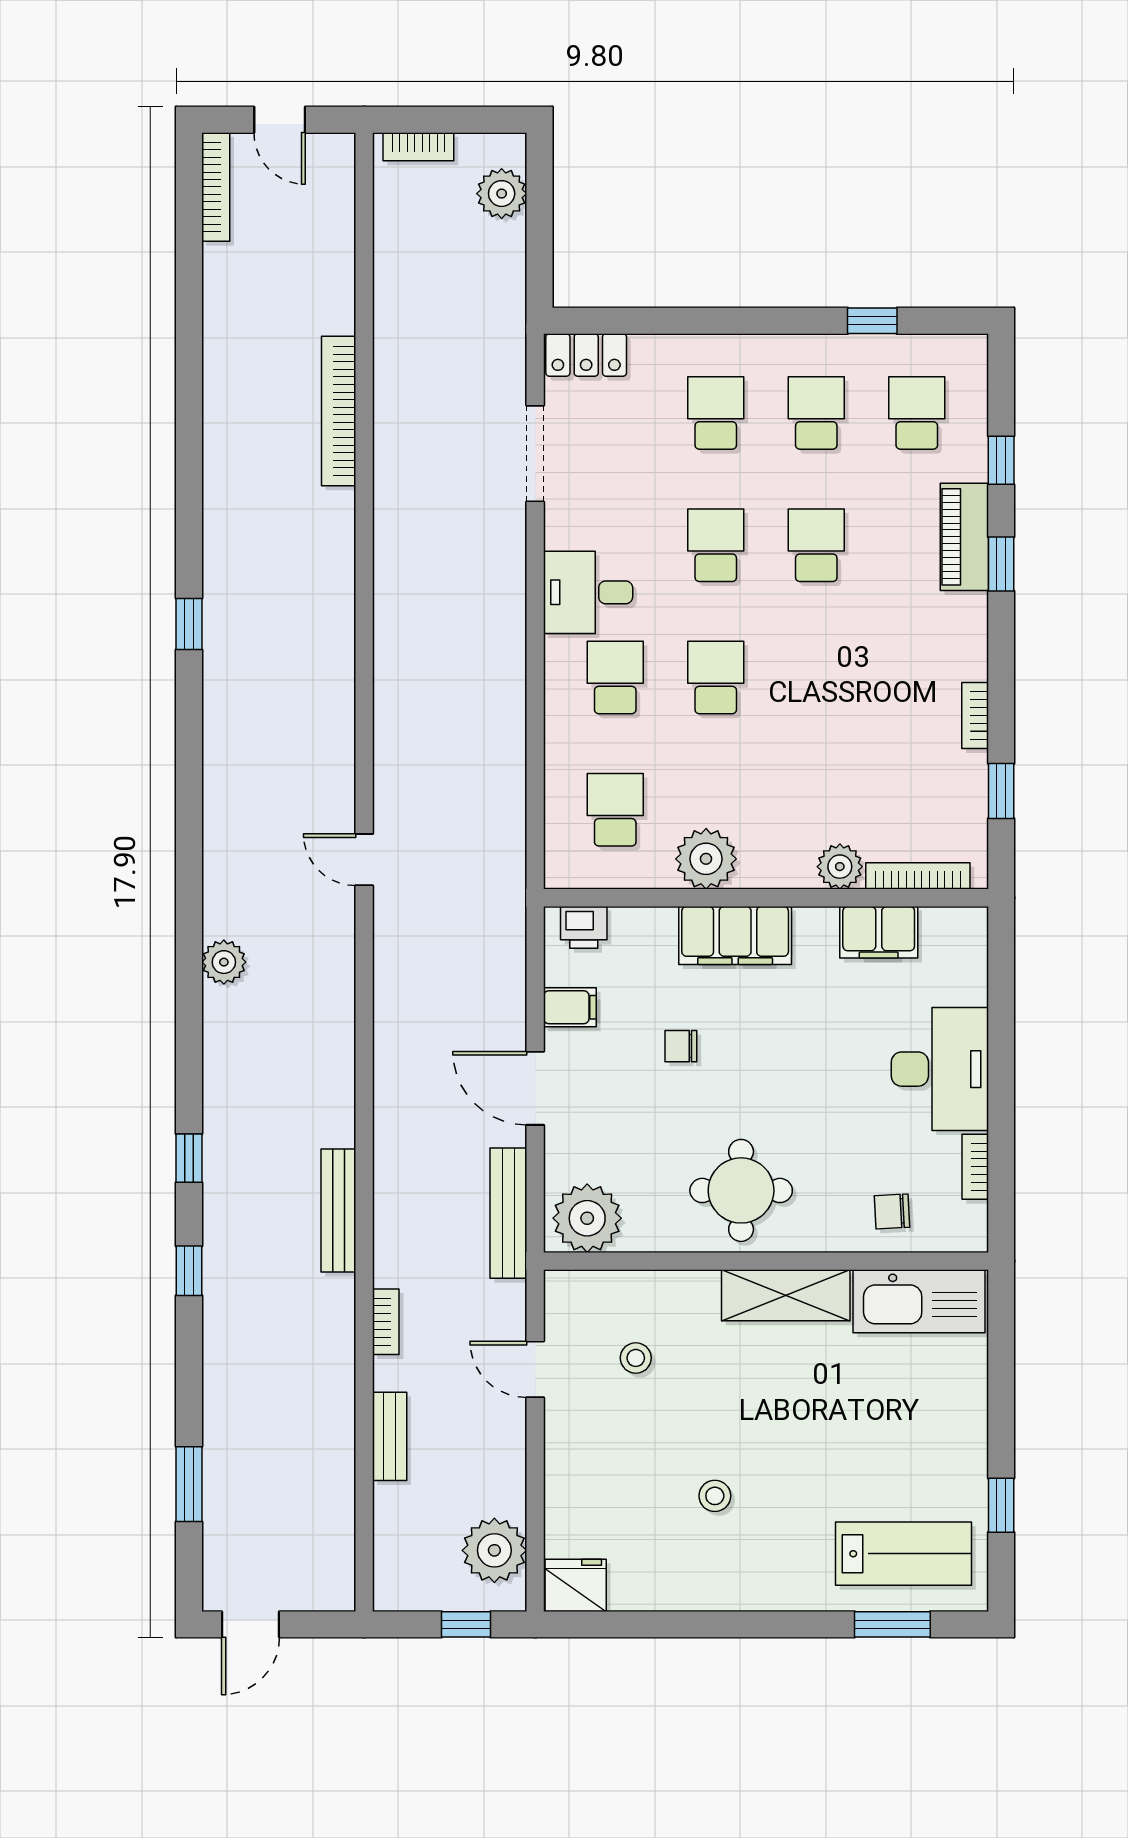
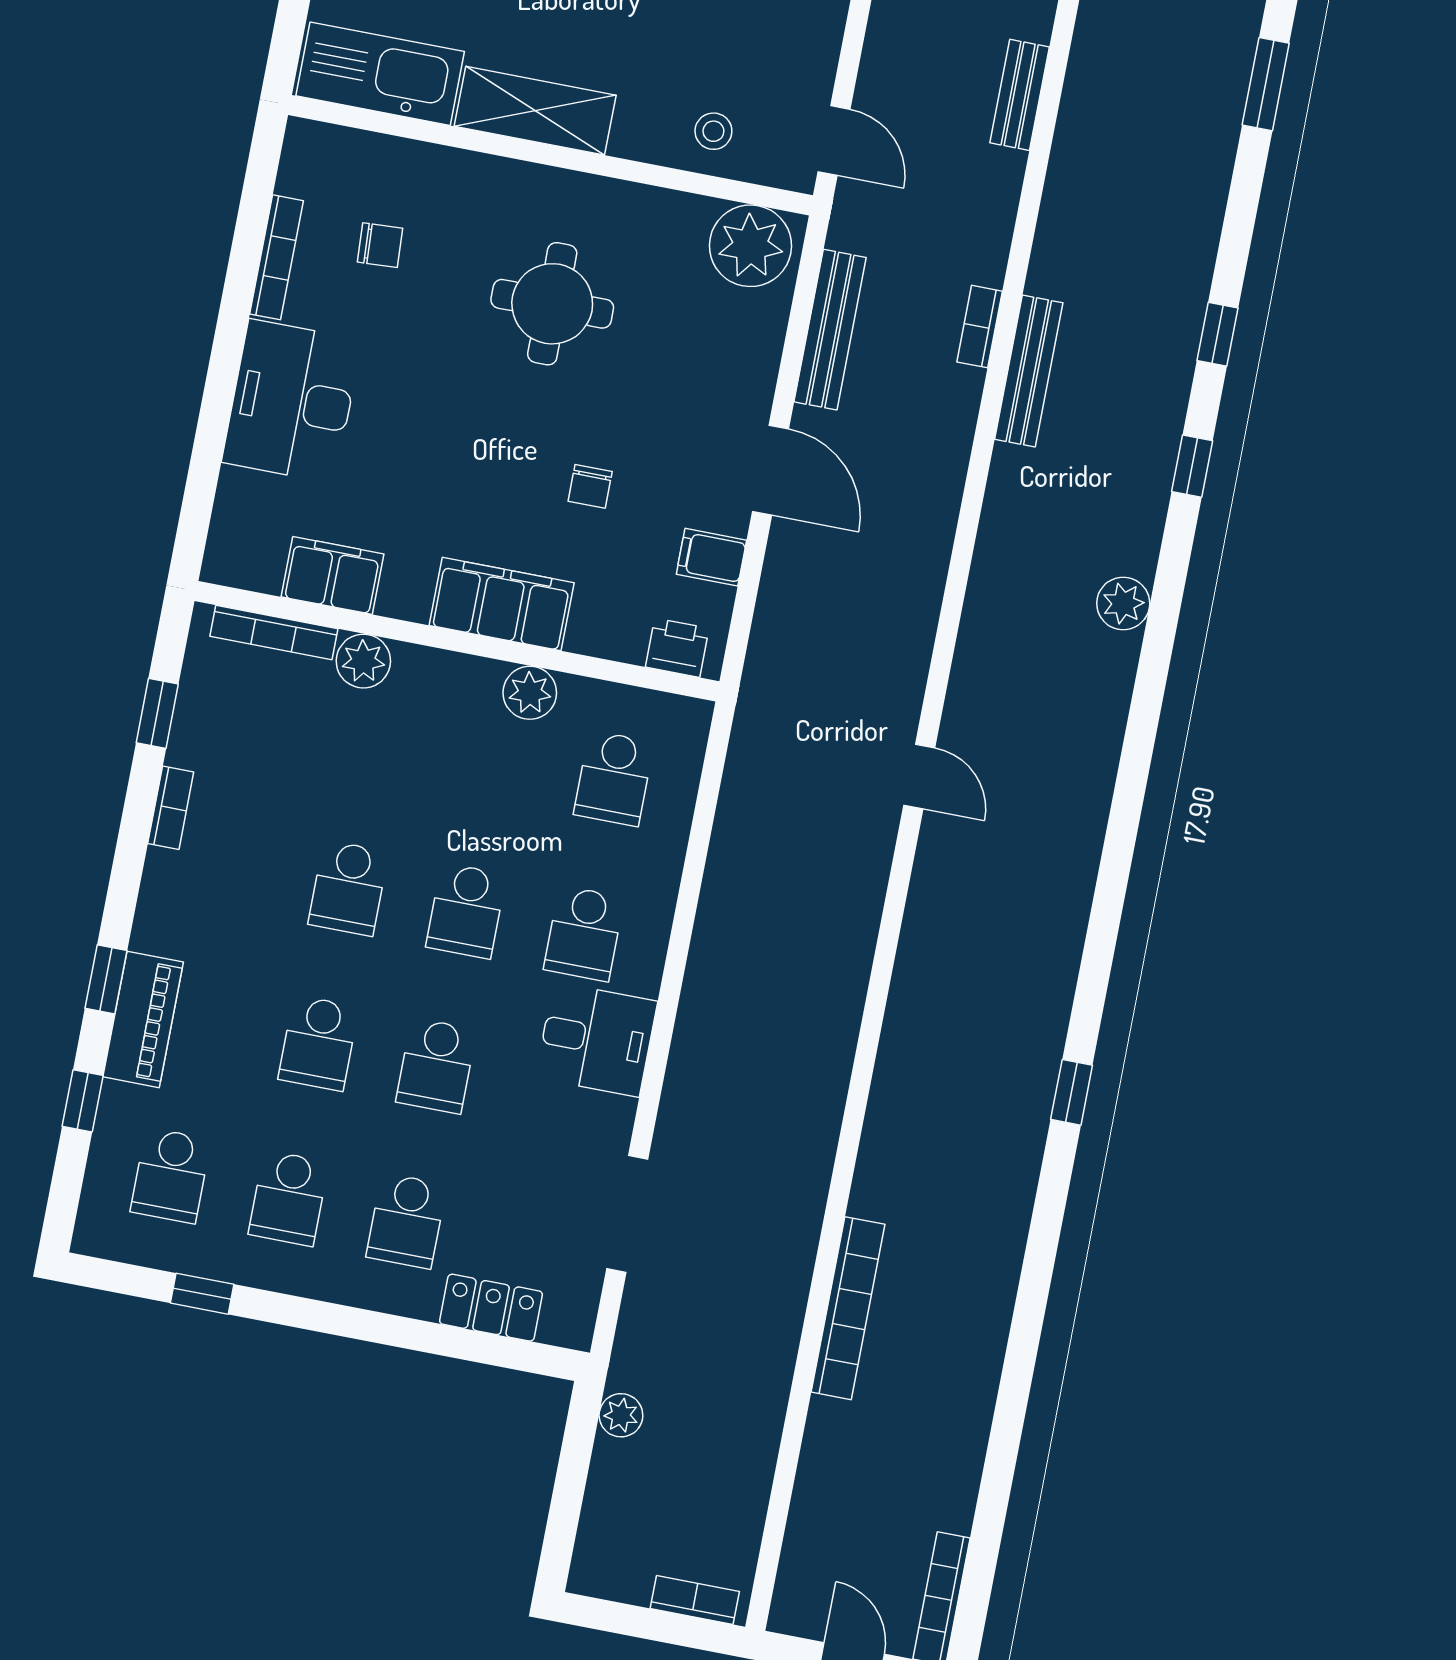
plant: (502, 194) -> (621, 1415), moved, width x0.73, depth x0.73
locker: (586, 355) -> (491, 1308), moved
school desk: (816, 677) -> (348, 888), added
plant: (706, 859) -> (530, 693), width x0.73, depth x0.73
plant: (224, 962) -> (1123, 603), moved
chair: (681, 1046) -> (590, 486), turned 90
bookcase: (975, 1167) -> (276, 257), width x1.56
plant: (587, 1218) -> (750, 246), moved
wall: (766, 1261) -> (550, 155), moved
shelving: (786, 1295) -> (535, 111), moved
kitchen sink: (919, 1301) -> (380, 74), moved
bookcase: (386, 1322) -> (980, 327), moved

